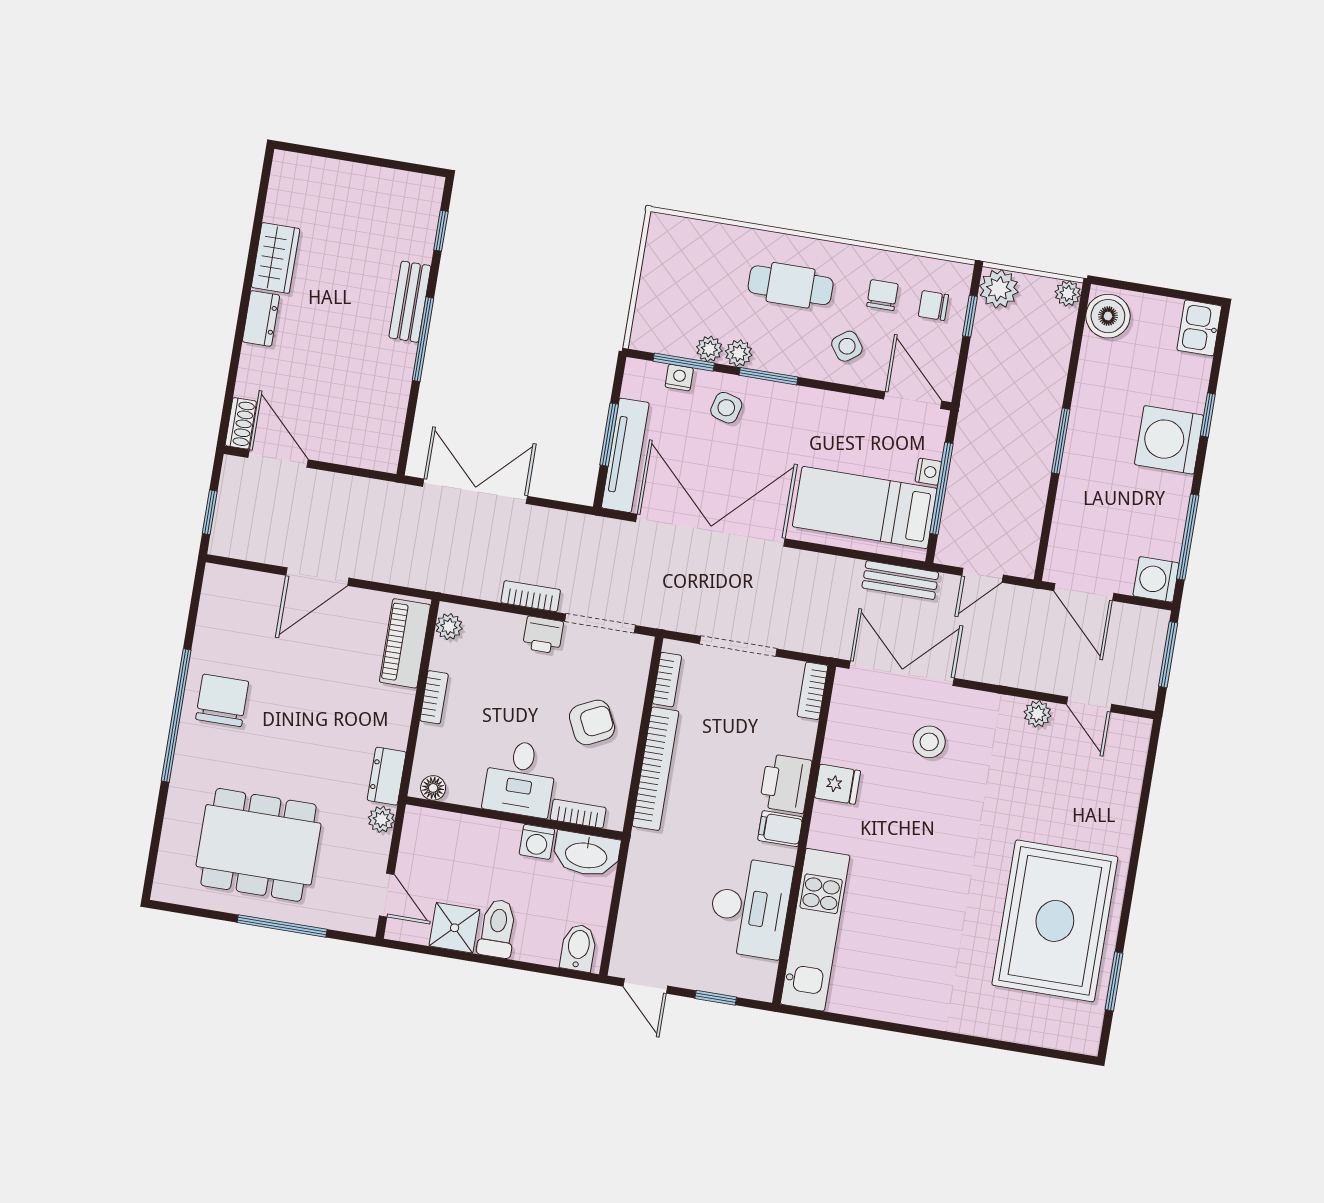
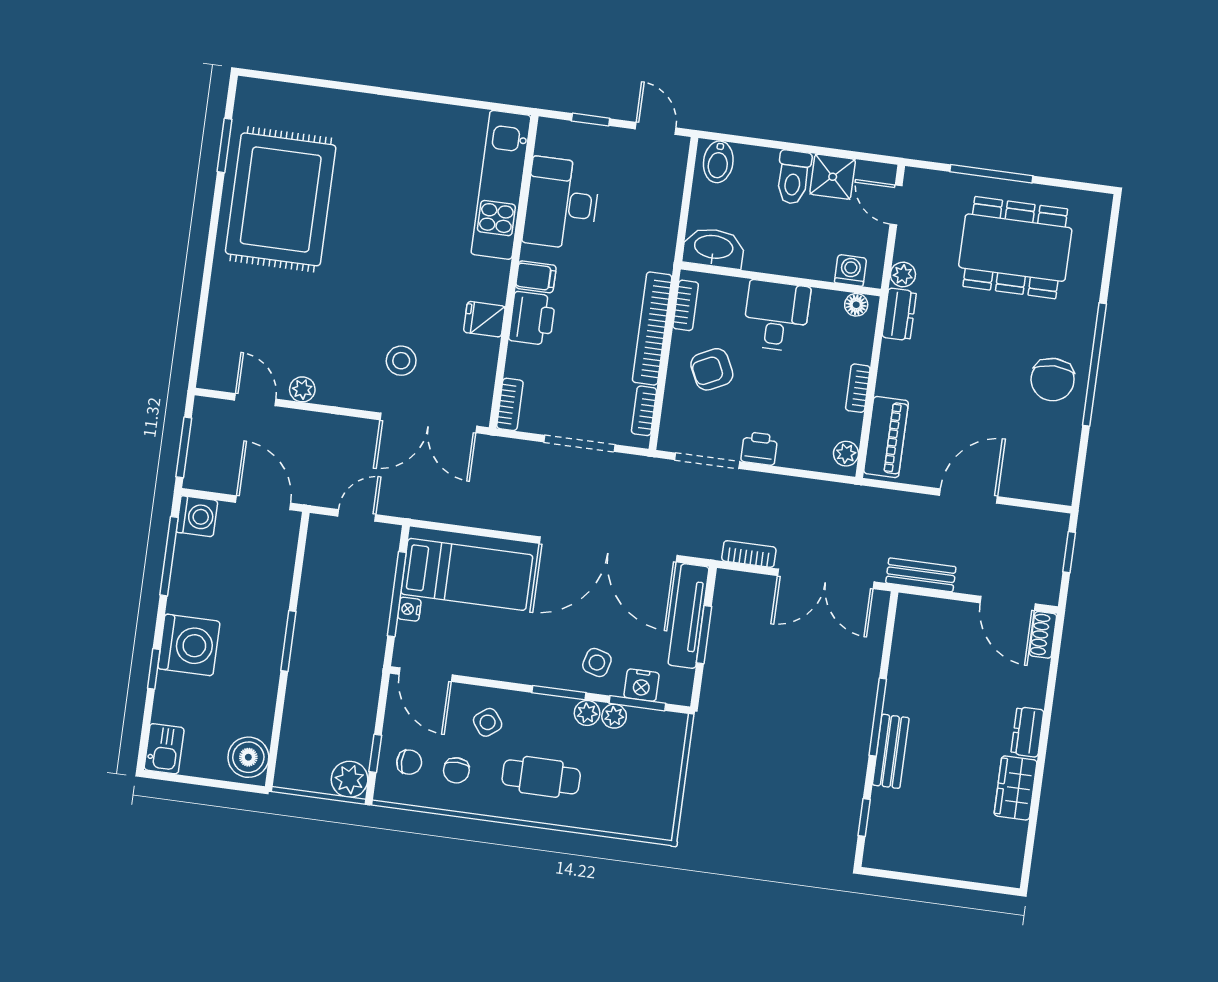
plant: (1068, 293) -> (286, 777), removed
nightstand: (679, 378) -> (642, 685), width x1.39, depth x1.35
bench: (900, 580) -> (921, 575), moved
bookcase: (531, 596) -> (749, 554), moved, turned 180
bookcase: (578, 814) -> (686, 305), moved, turned -90
washing machine: (537, 842) -> (850, 270), moved

